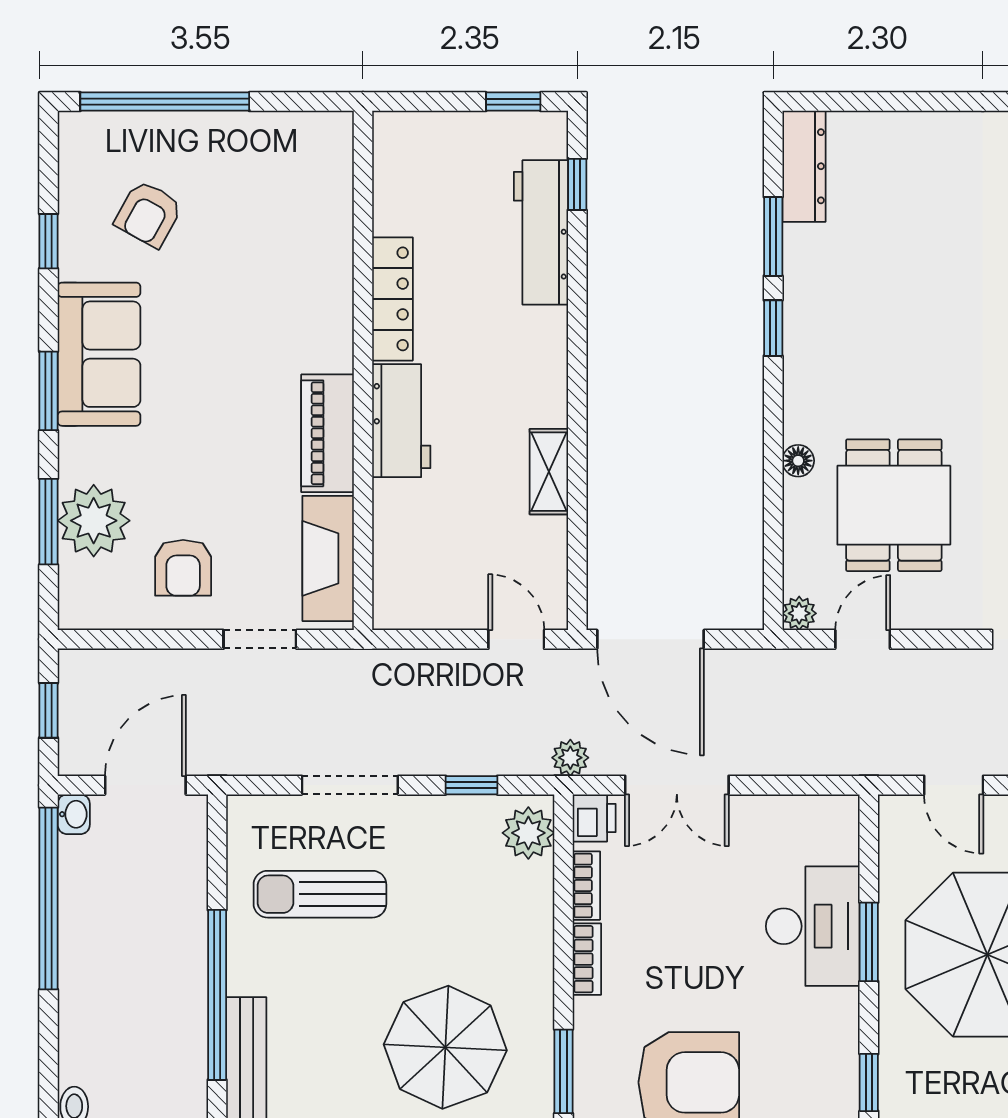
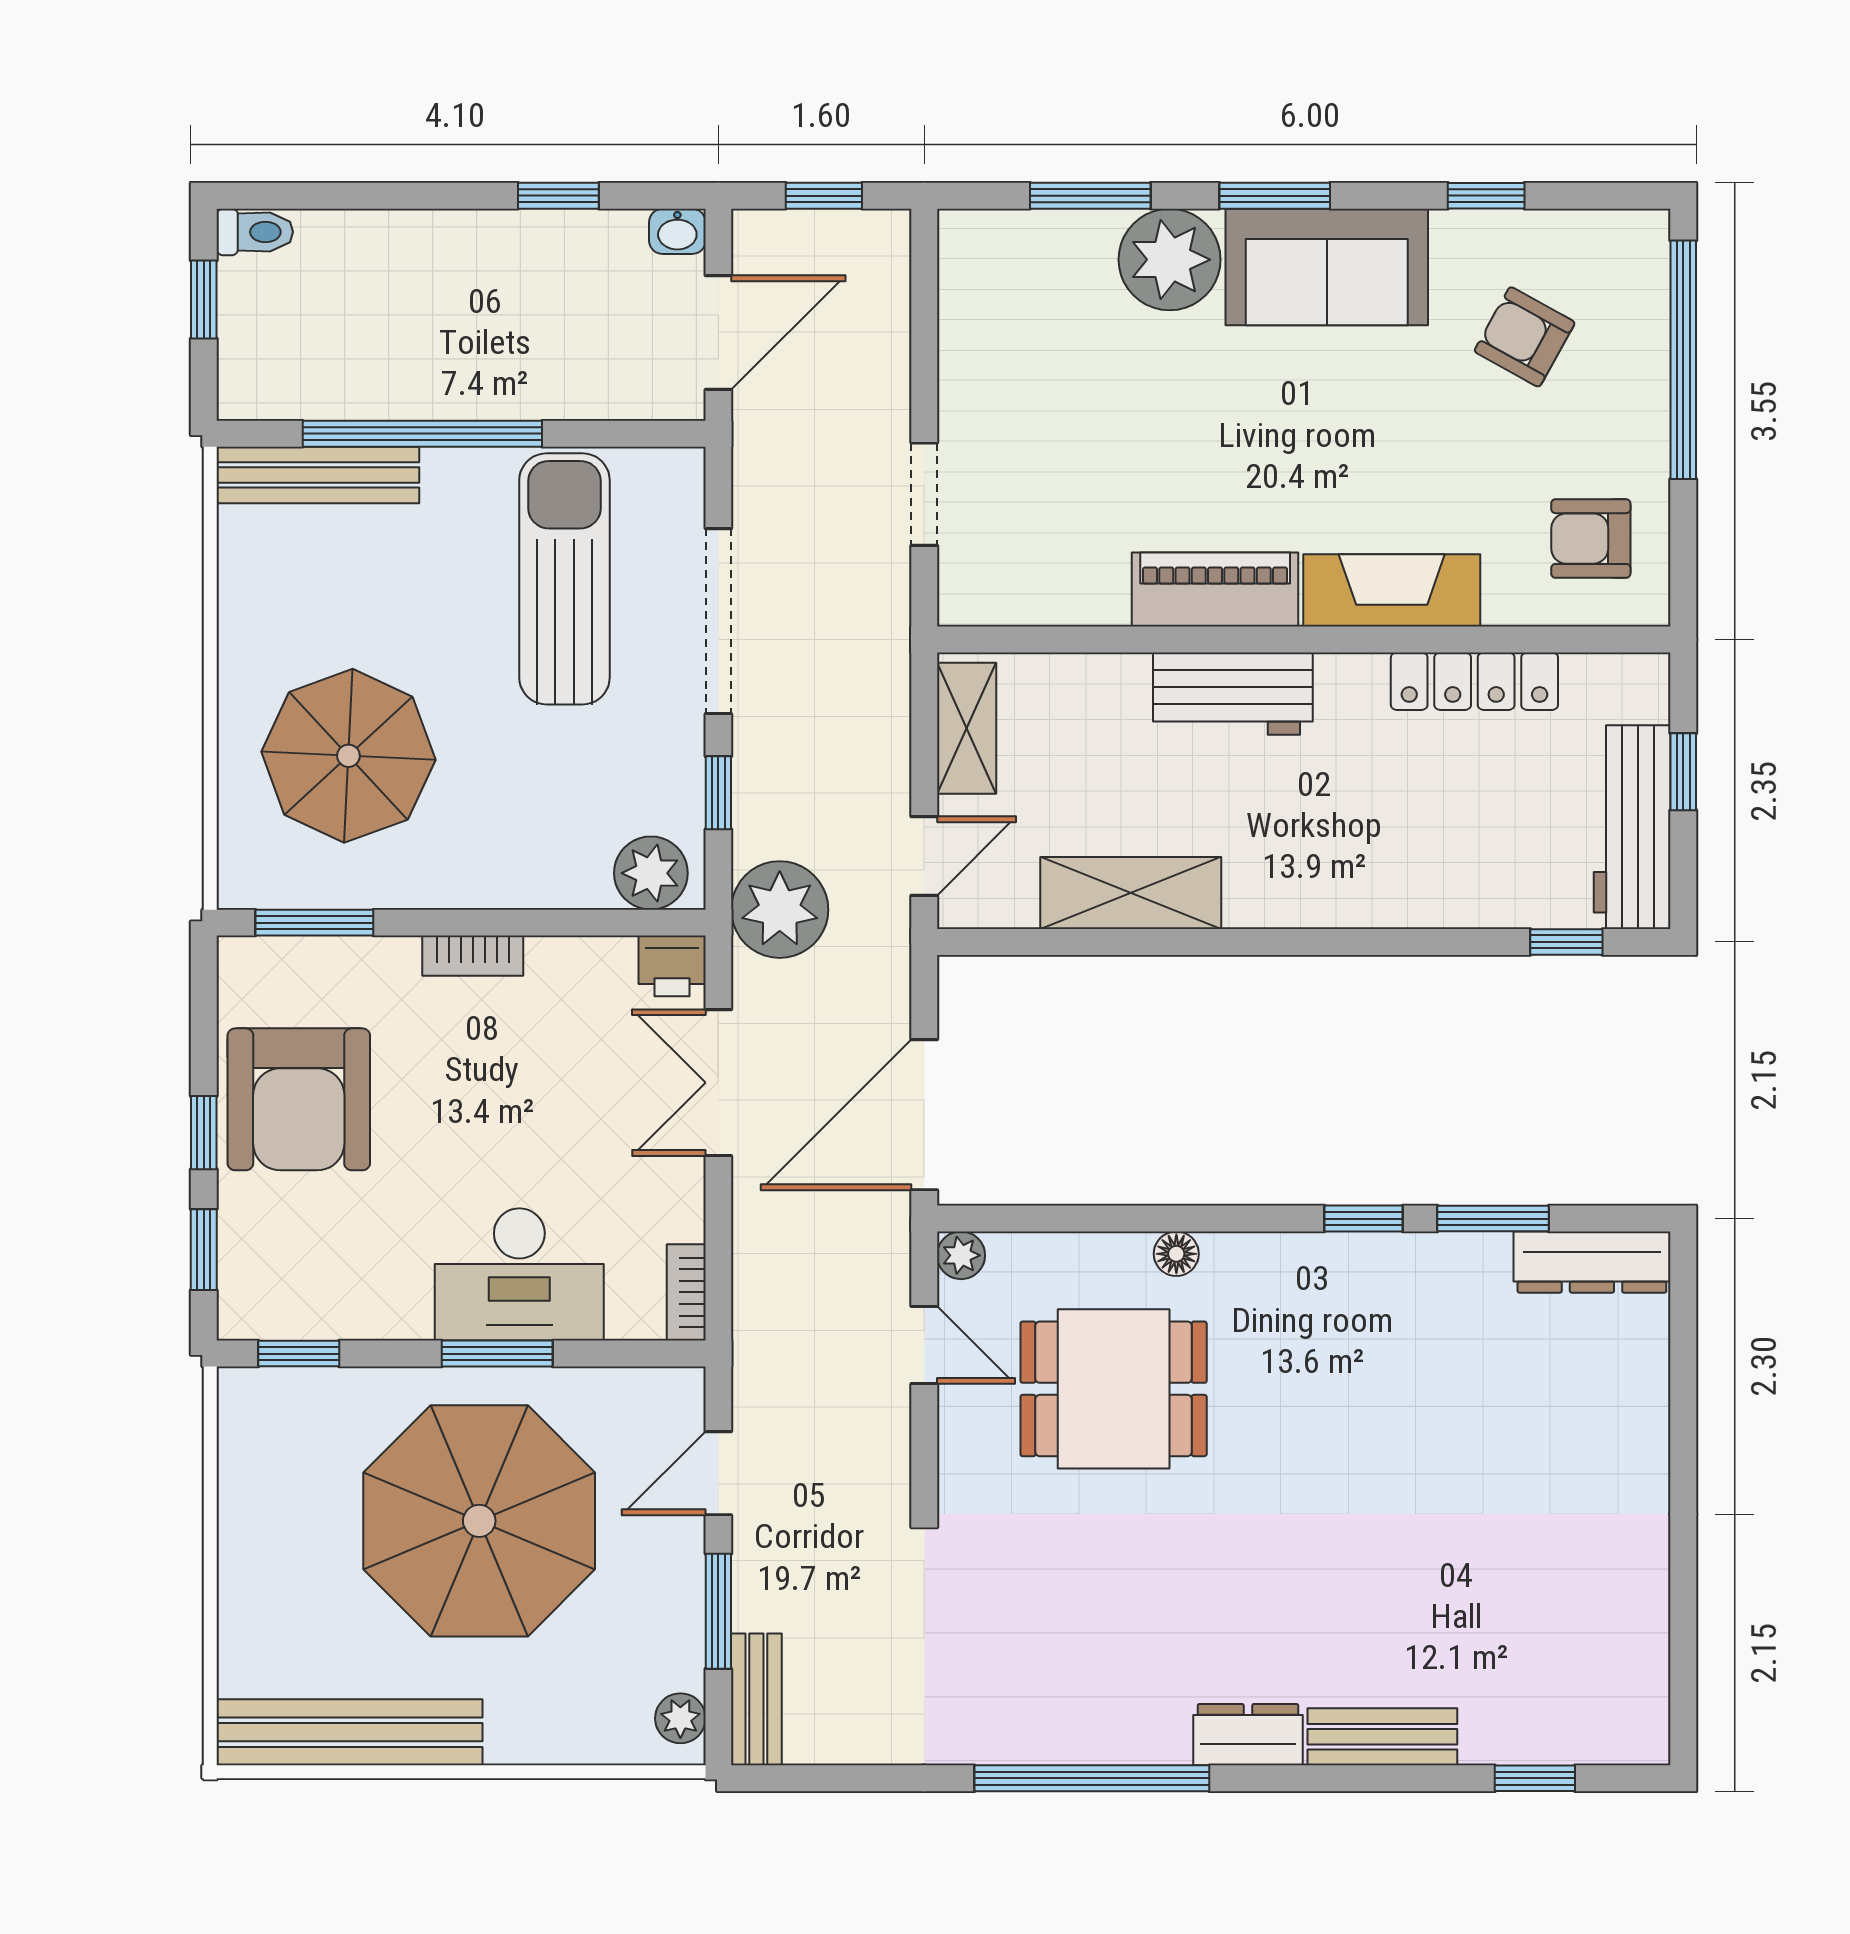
window: (513, 102) -> (1683, 772), moved
workbench: (541, 232) -> (1632, 827), moved, turned -90
locker: (392, 299) -> (1474, 681), moved
shelving: (549, 472) -> (1131, 893), width x1.50, depth x1.33
plant: (94, 521) -> (1170, 260), moved
fireplace: (328, 558) -> (1392, 590), moved
armchair: (183, 568) -> (1591, 539), moved
shelving: (426, 609) -> (967, 728), added
door: (650, 639) -> (924, 1115), moved
plant: (570, 758) -> (780, 910), width x1.87, depth x1.87
door: (145, 785) -> (718, 332), hinge flipped
doorway: (350, 785) -> (718, 621), width x1.36
bookcase: (586, 886) -> (686, 1292), moved, turned 90
sun lounger: (320, 894) -> (564, 579), width x1.36, depth x1.34
window: (49, 898) -> (558, 196), width x0.32

